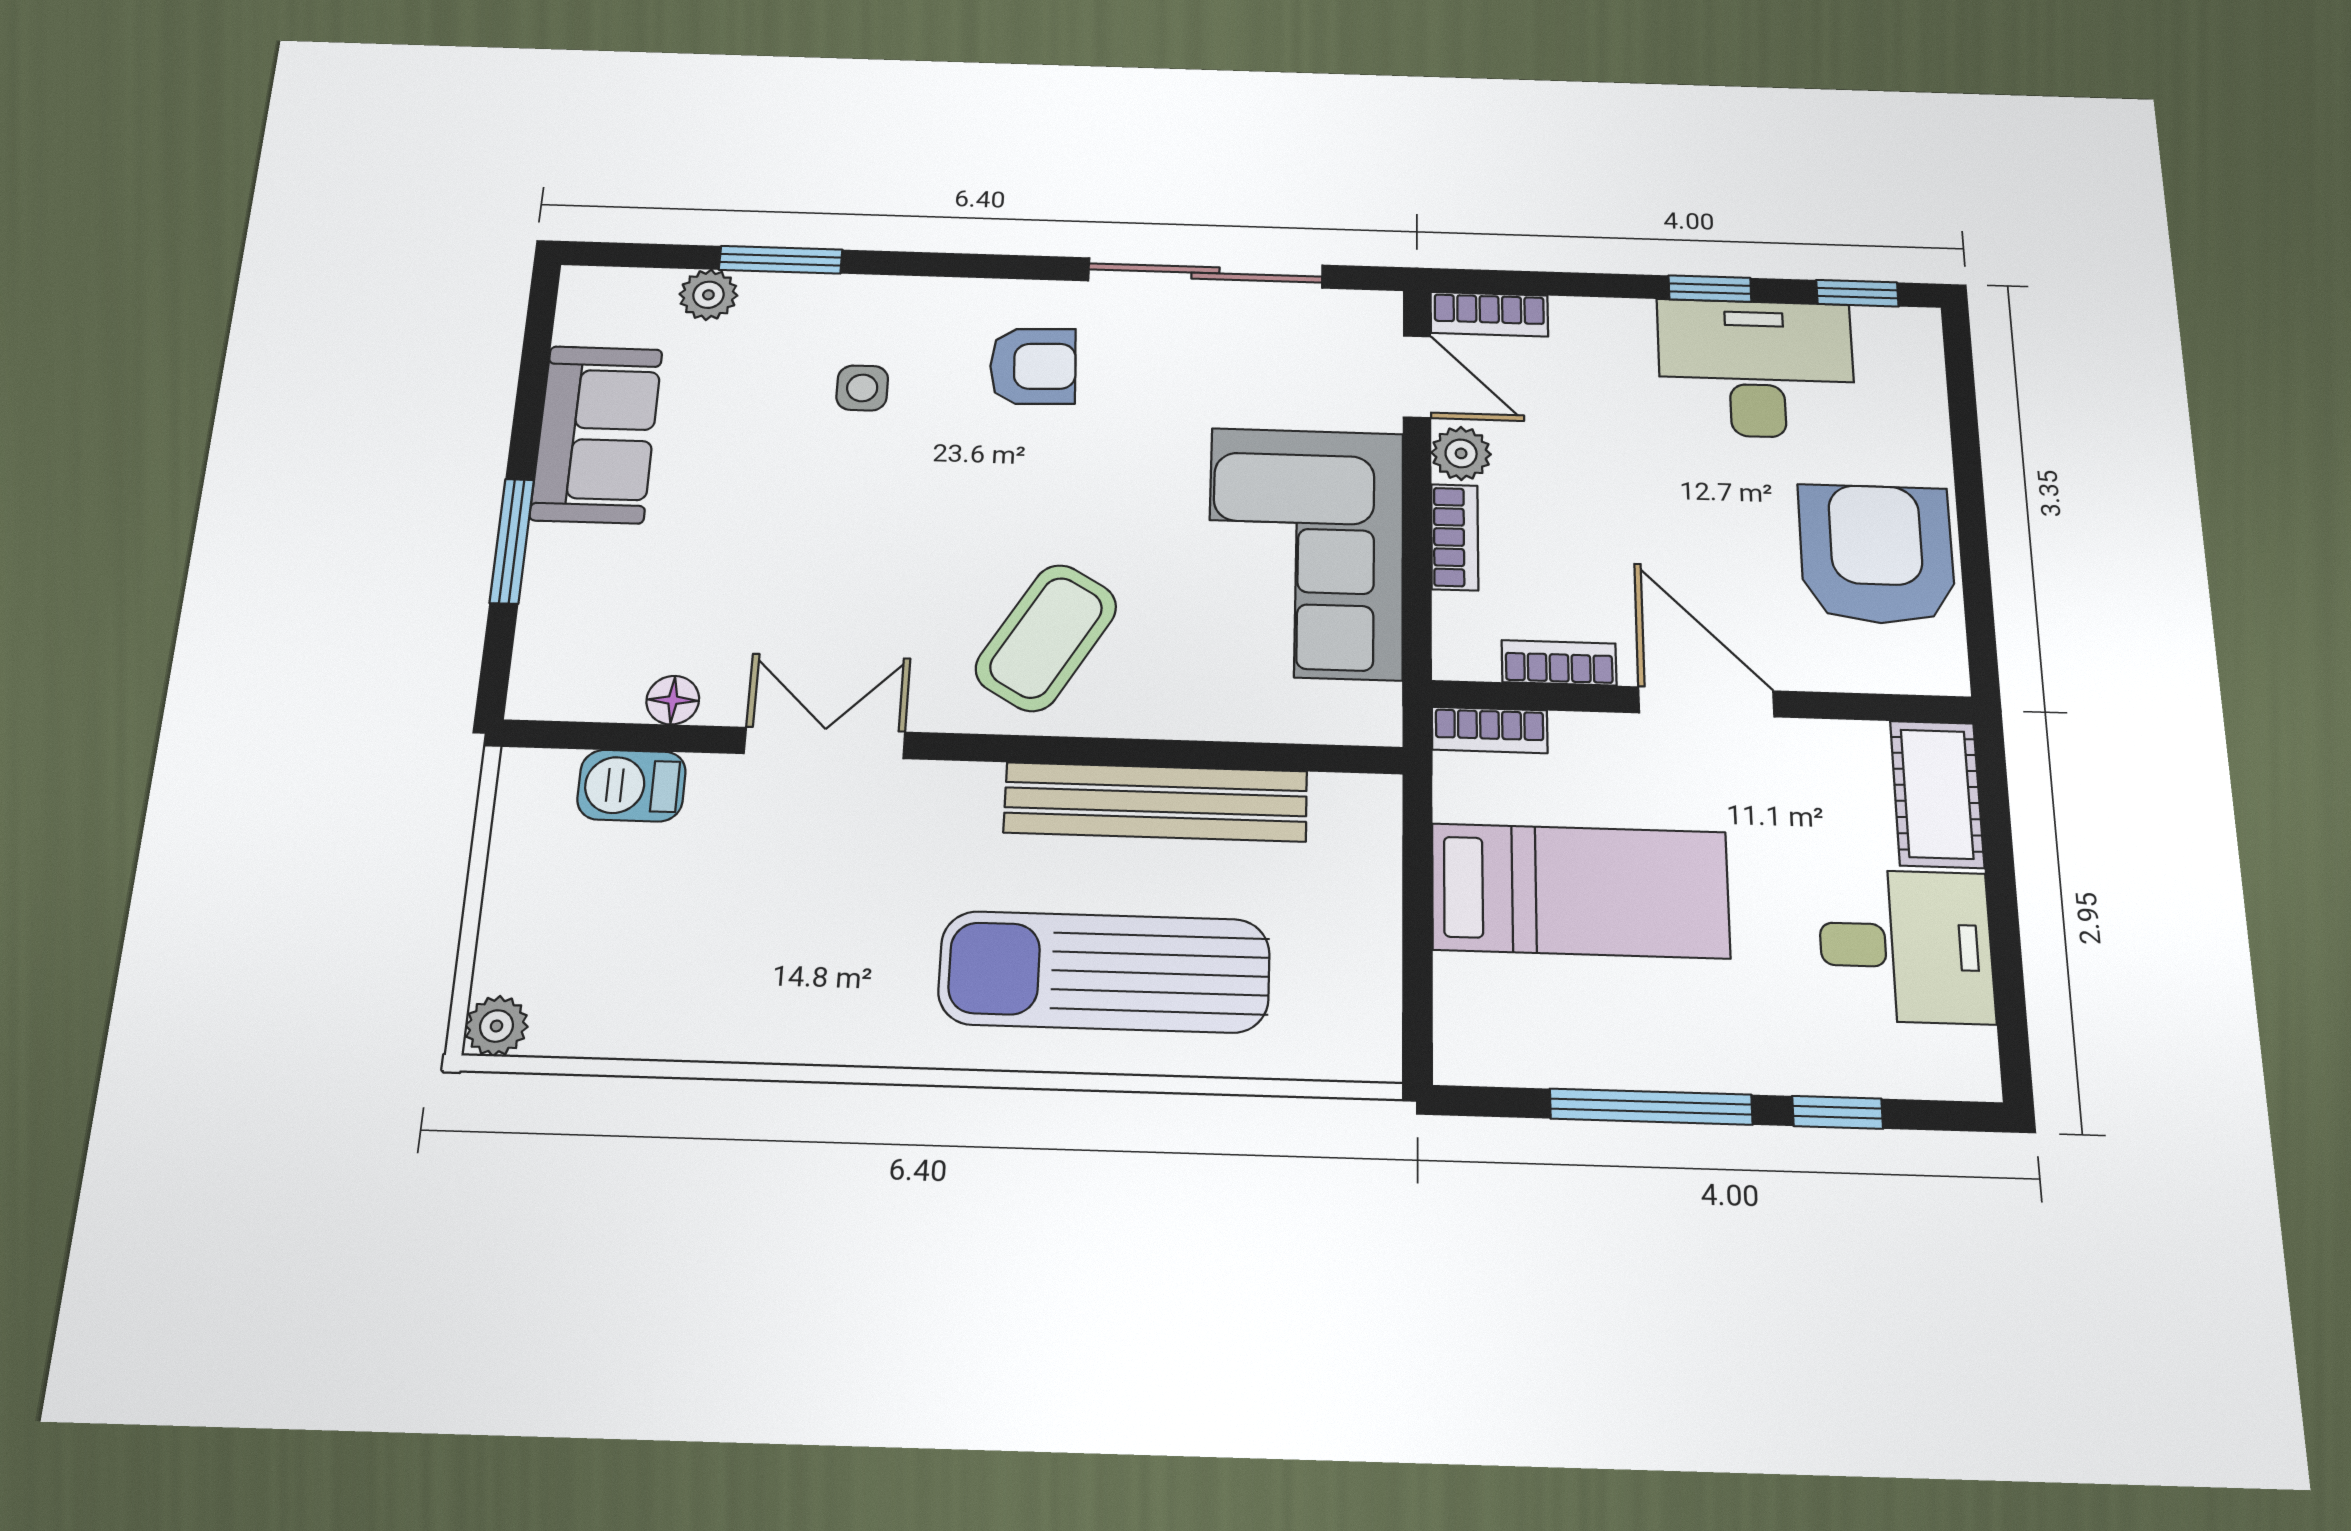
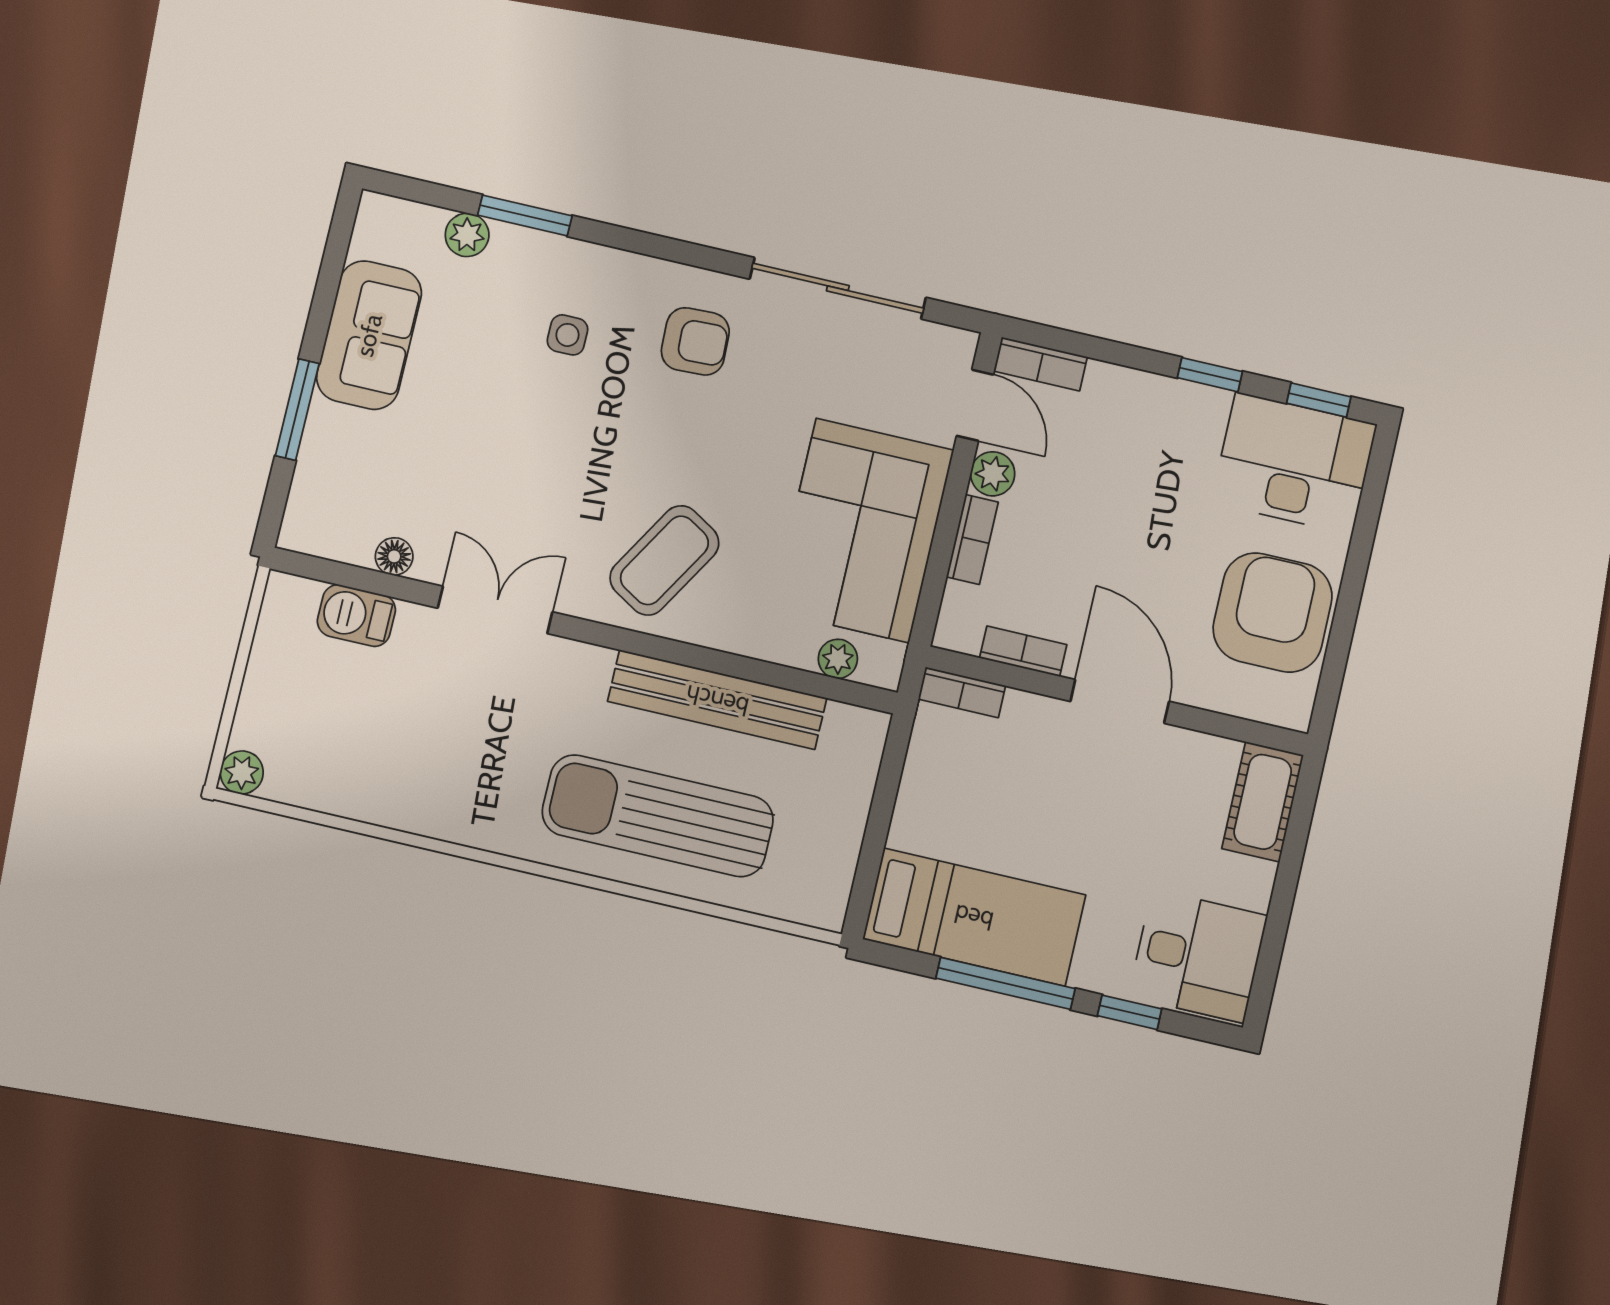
desk: (1756, 369) -> (1294, 463), moved
plant: (1310, 719) -> (838, 659), added
bed: (1580, 891) -> (974, 917), moved
desk: (1906, 946) -> (1198, 956), moved

